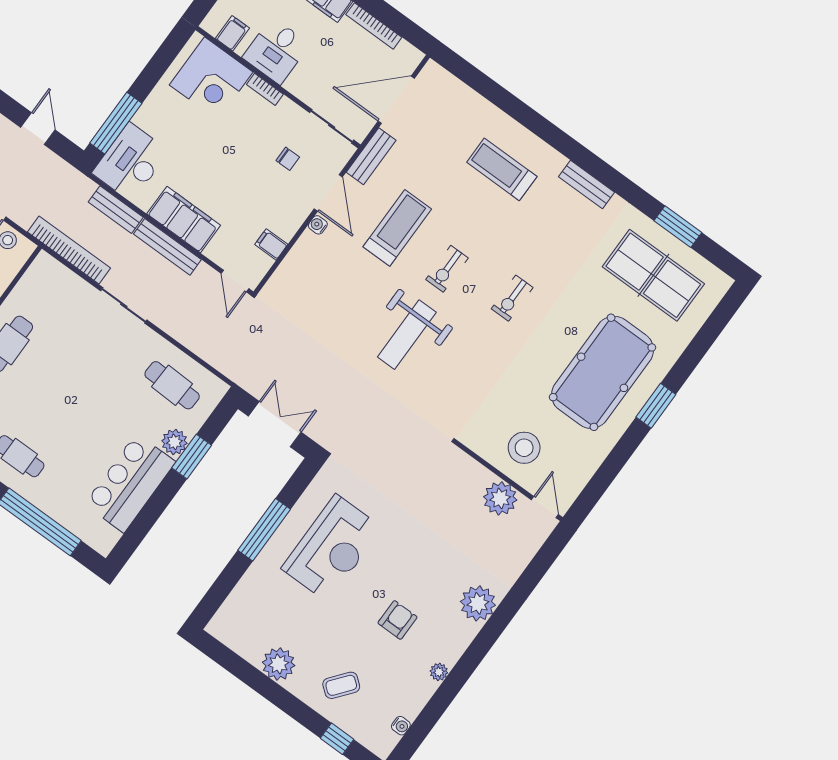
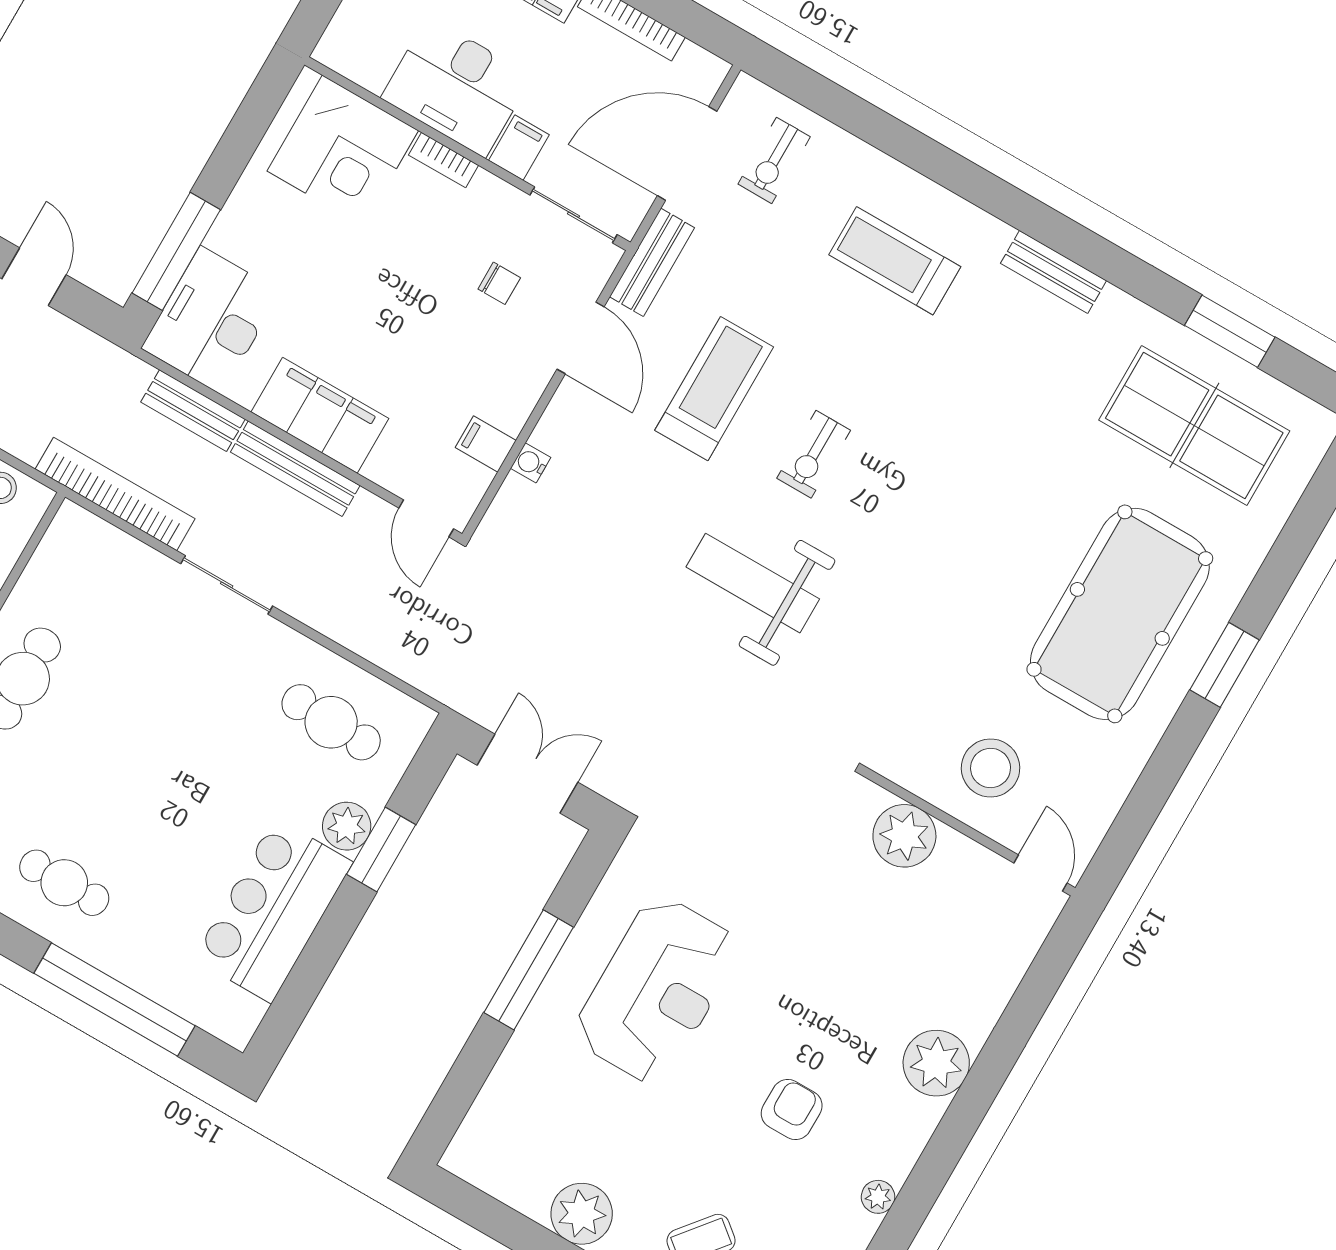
filing cabinet: (232, 33) -> (519, 148), moved
desk: (276, 51) -> (457, 87), width x1.37
water cooler: (318, 225) -> (531, 463), moved
exercise bike: (512, 298) -> (774, 160), moved
weight bench: (407, 335) -> (753, 583), turned 90
plant: (500, 498) -> (904, 836), moved

